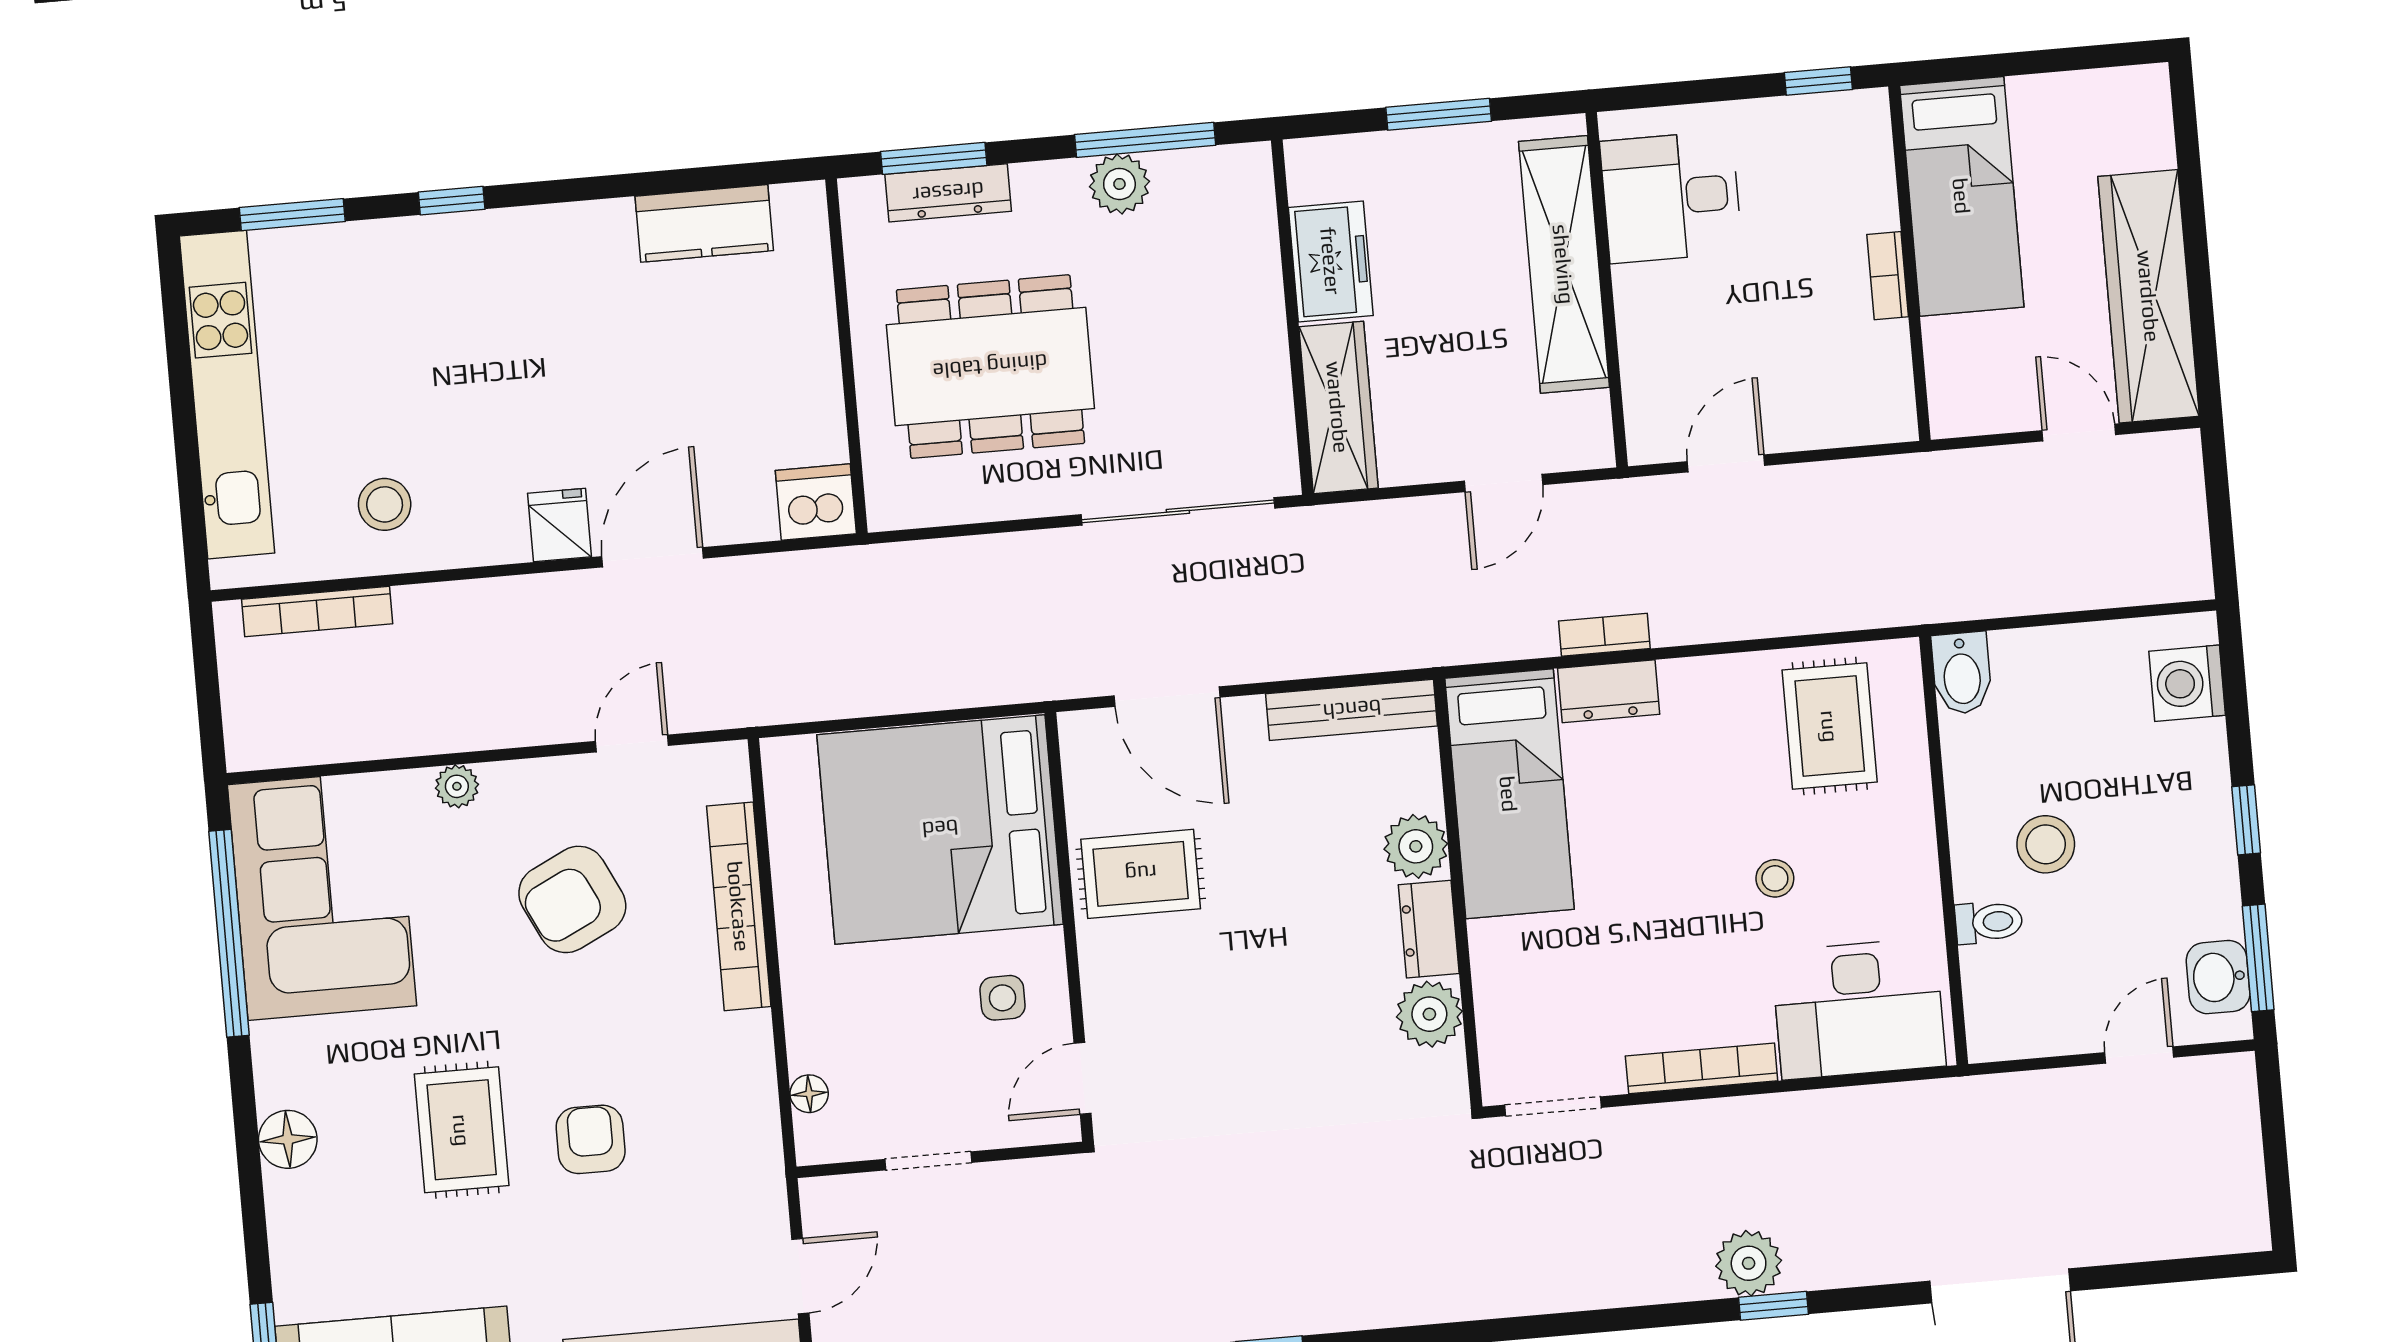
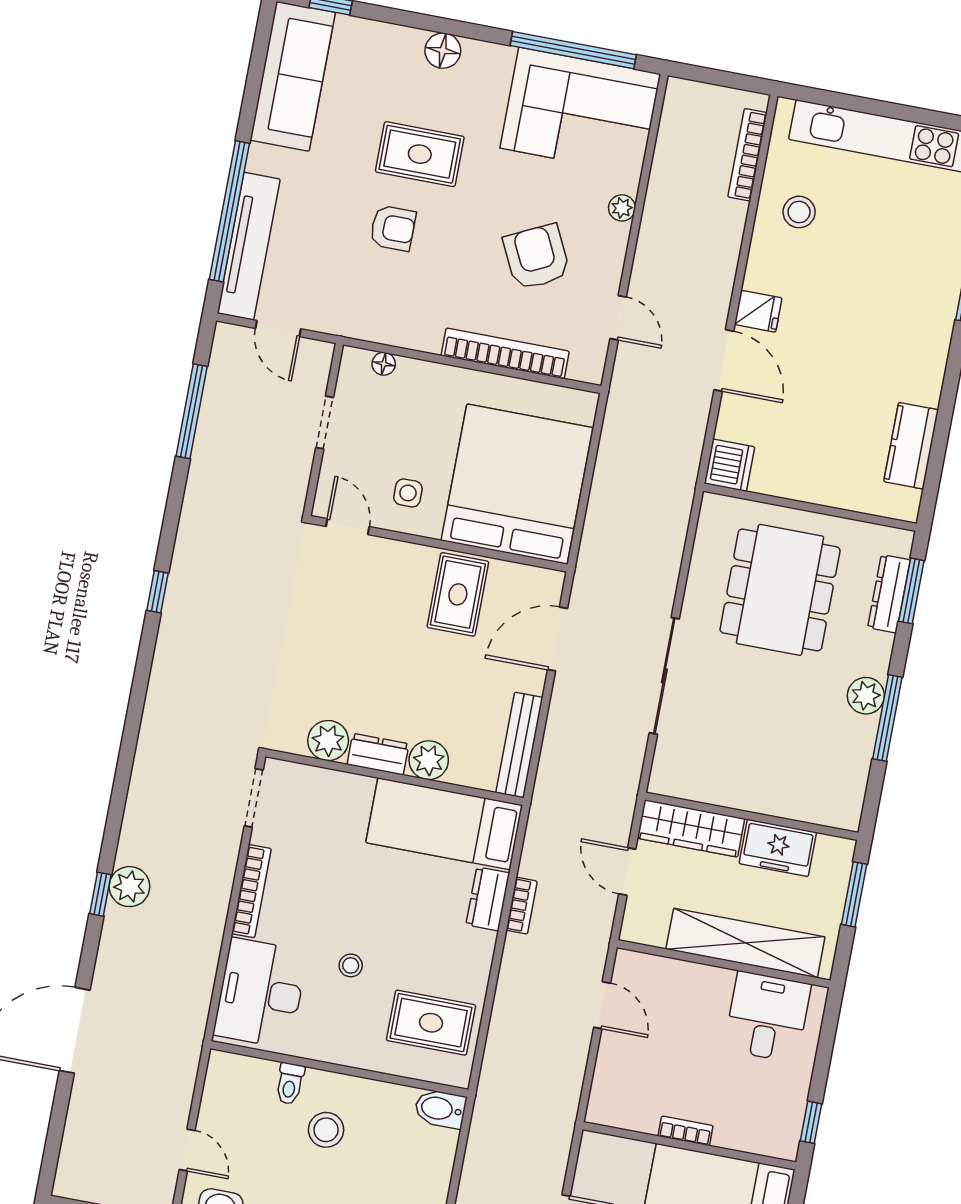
freezer: (1331, 261) -> (778, 848), moved
wall: (1292, 317) -> (752, 816), moved
wardrobe: (1338, 407) -> (691, 828), moved

